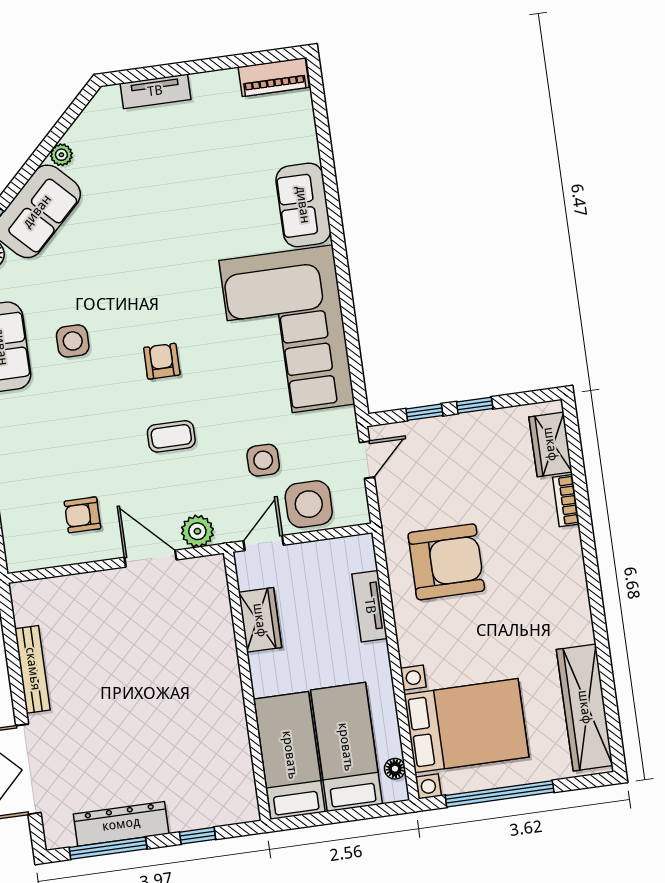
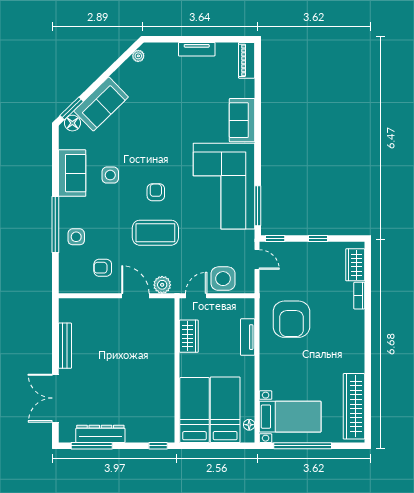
piano: (274, 77) -> (247, 60), moved, turned 90
tv unit: (155, 91) -> (197, 49), moved
plant: (61, 155) -> (138, 56), moved
window: (355, 360) -> (258, 206), added
window: (424, 412) -> (275, 239), moved
coffee table: (171, 436) -> (155, 233), width x1.86, depth x1.72
side table: (263, 460) -> (76, 237), moved
door: (367, 460) -> (257, 259), hinge flipped
armchair: (446, 562) -> (291, 319), turned 90
bed with nightstands: (466, 726) -> (290, 417), width x0.73
window: (198, 836) -> (158, 446), moved

